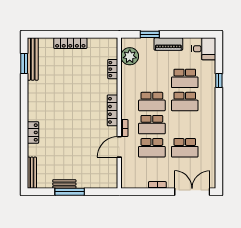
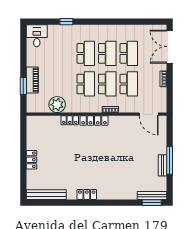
locker: (70, 43) -> (32, 160), width x0.66
piano: (168, 44) -> (32, 80), moved
plant: (130, 56) -> (57, 105), moved
window: (24, 63) -> (152, 203), moved
locker: (113, 69) -> (70, 120), moved
school desk: (185, 78) -> (107, 53), moved
locker: (33, 132) -> (87, 194), moved
door: (119, 147) -> (149, 114), moved

